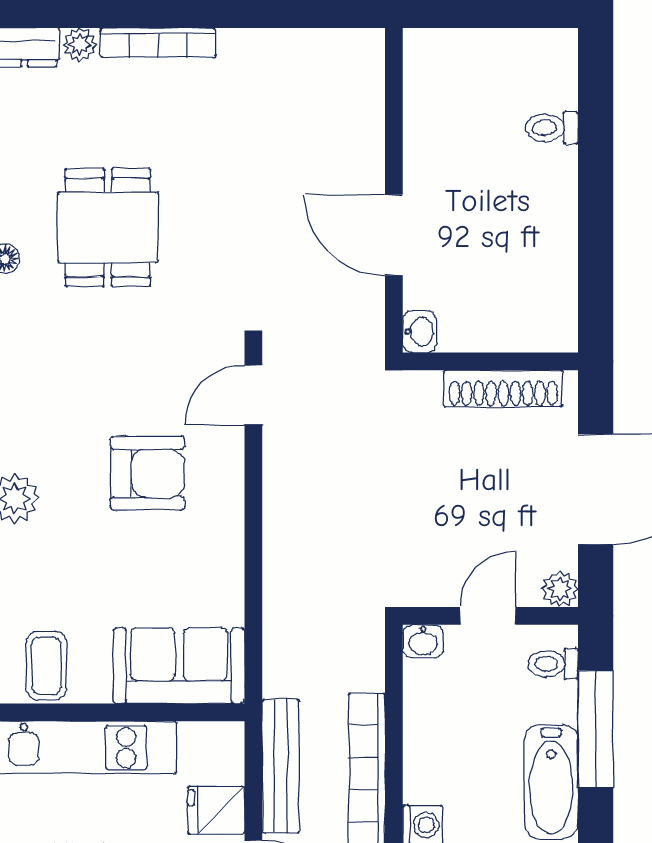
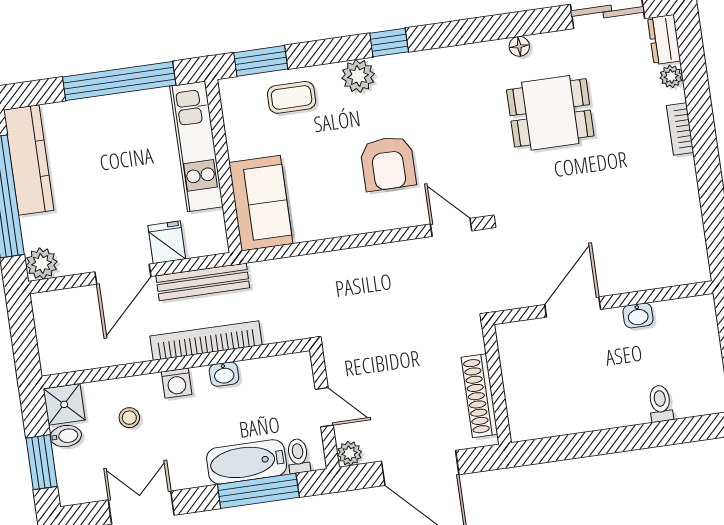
bookcase: (158, 43) -> (680, 129), width x0.64
washbasin: (420, 332) -> (638, 315), moved
washbasin: (423, 641) -> (224, 374), moved, turned -90
coffee table: (46, 666) -> (292, 97), moved
bathtub: (551, 782) -> (247, 462), moved

